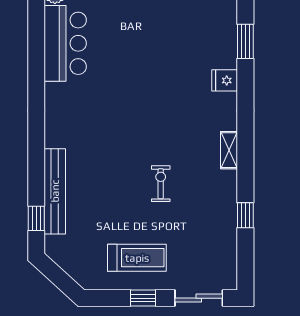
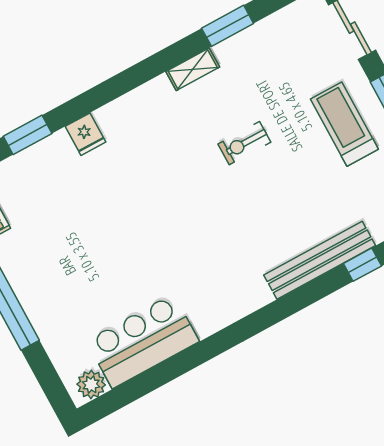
shelving: (229, 150) -> (193, 69), moved
window: (245, 215) -> (228, 26), width x1.50

